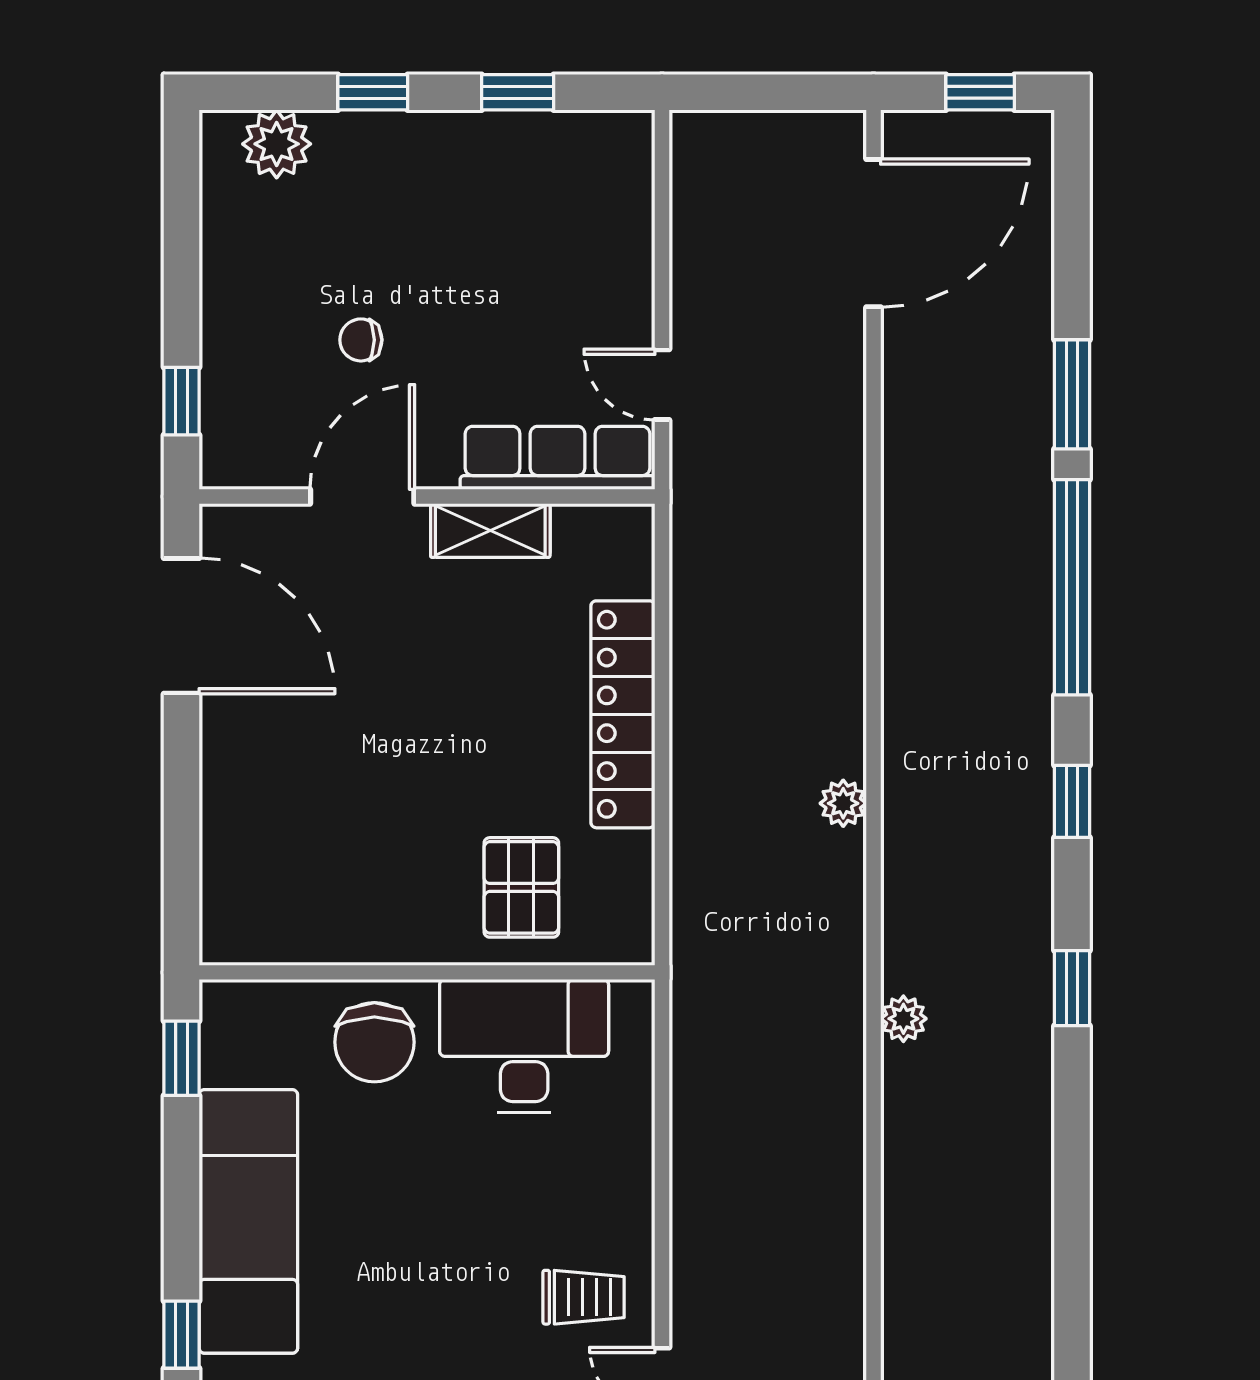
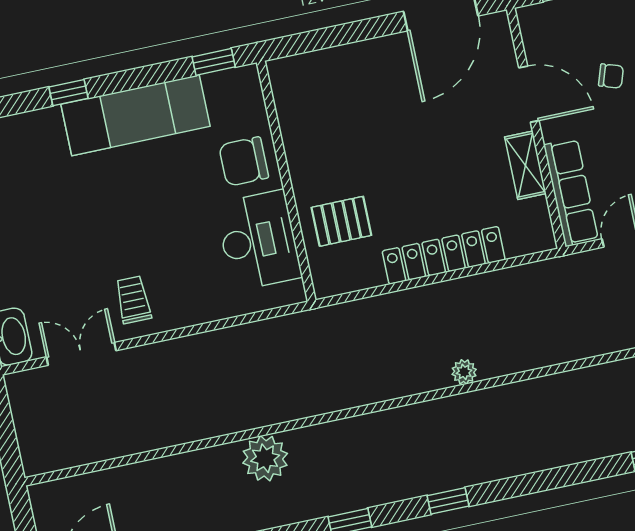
chair: (361, 340) -> (611, 76), turned 108
window: (1072, 587) -> (560, 477), removed
plant: (843, 803) -> (464, 372), moved
plant: (903, 1019) -> (265, 458), moved, width x1.88, depth x1.88
trolley: (584, 1297) -> (133, 300), turned 180

